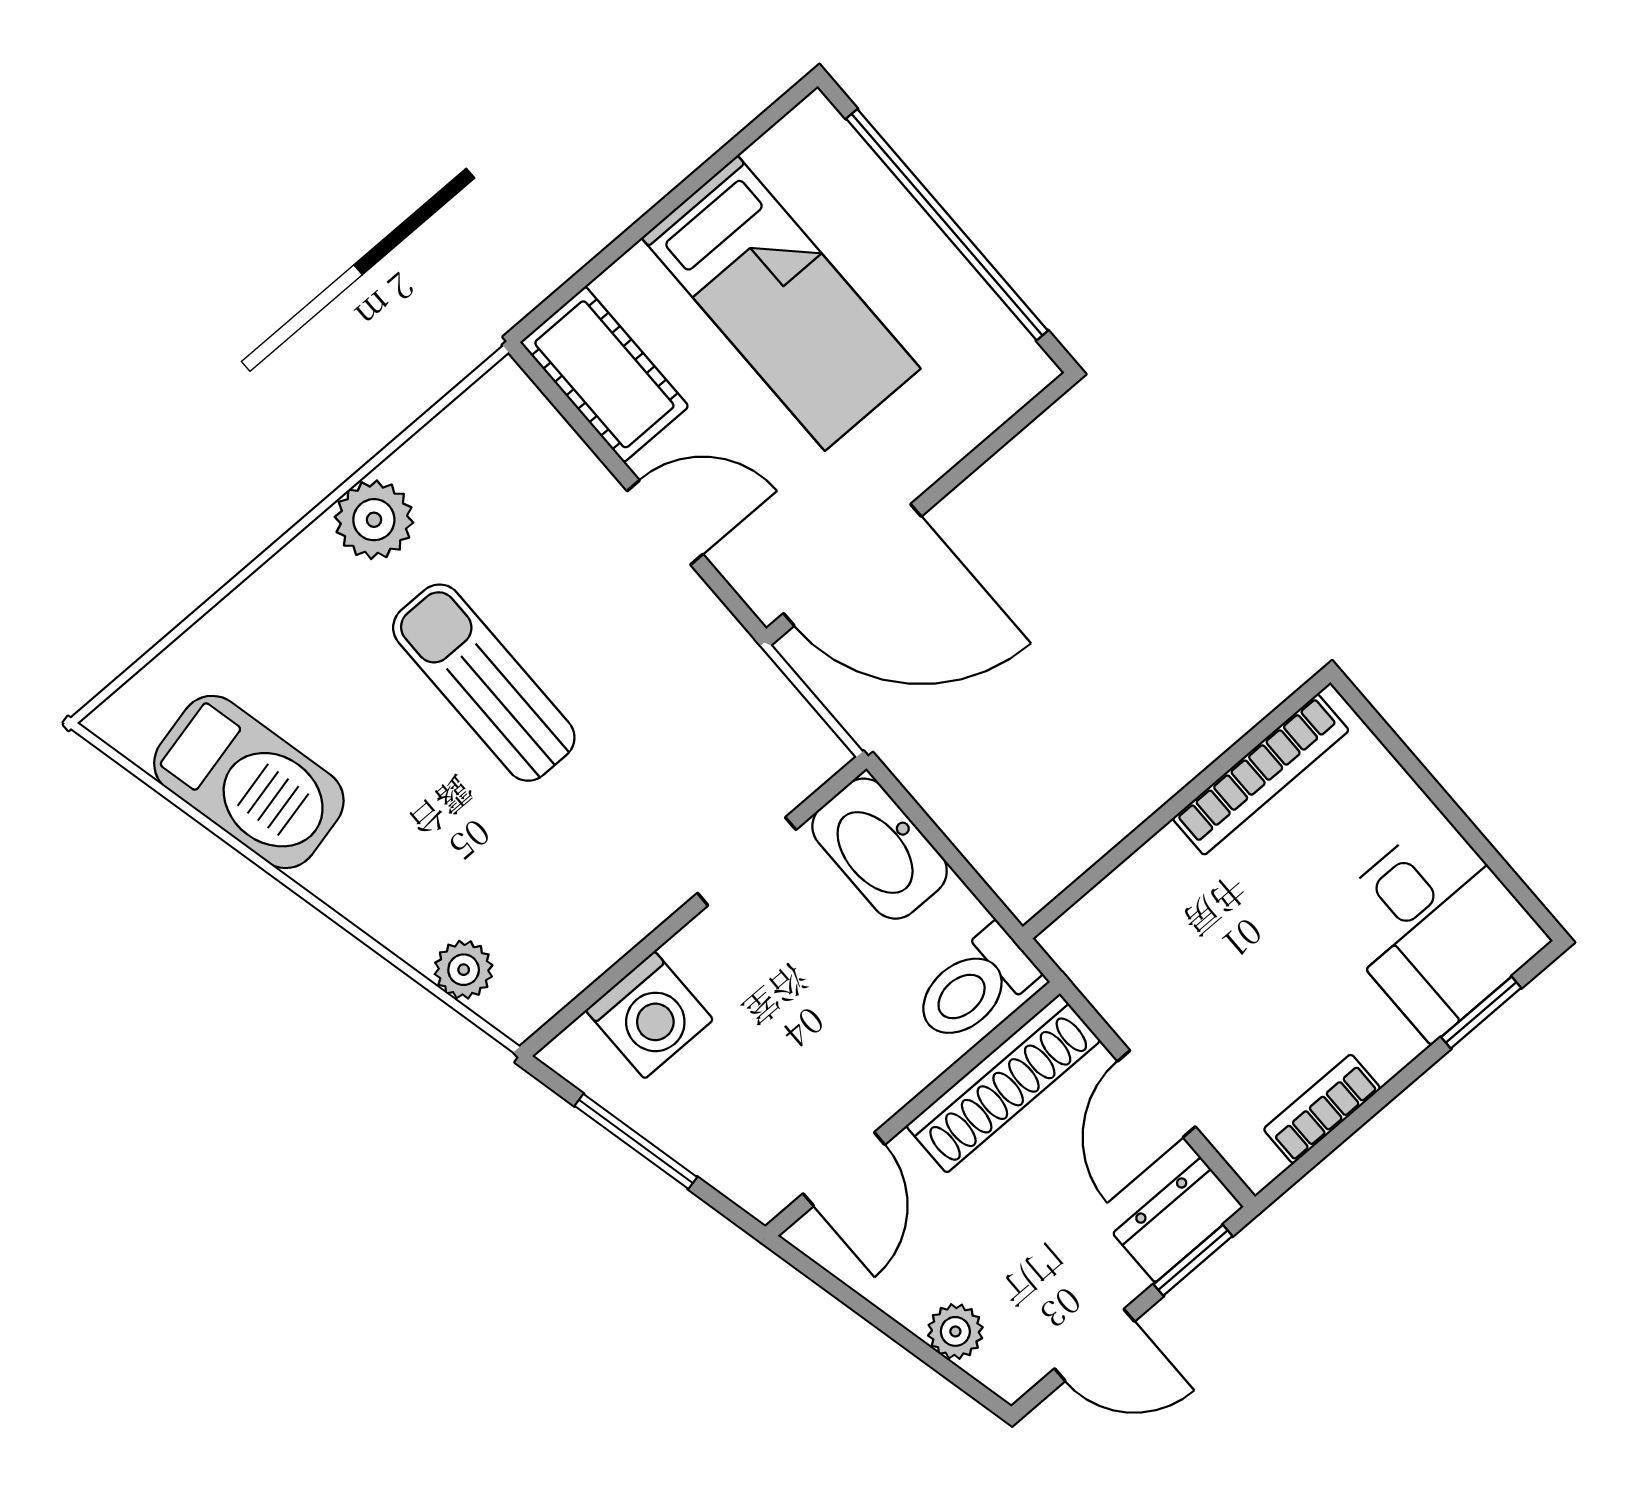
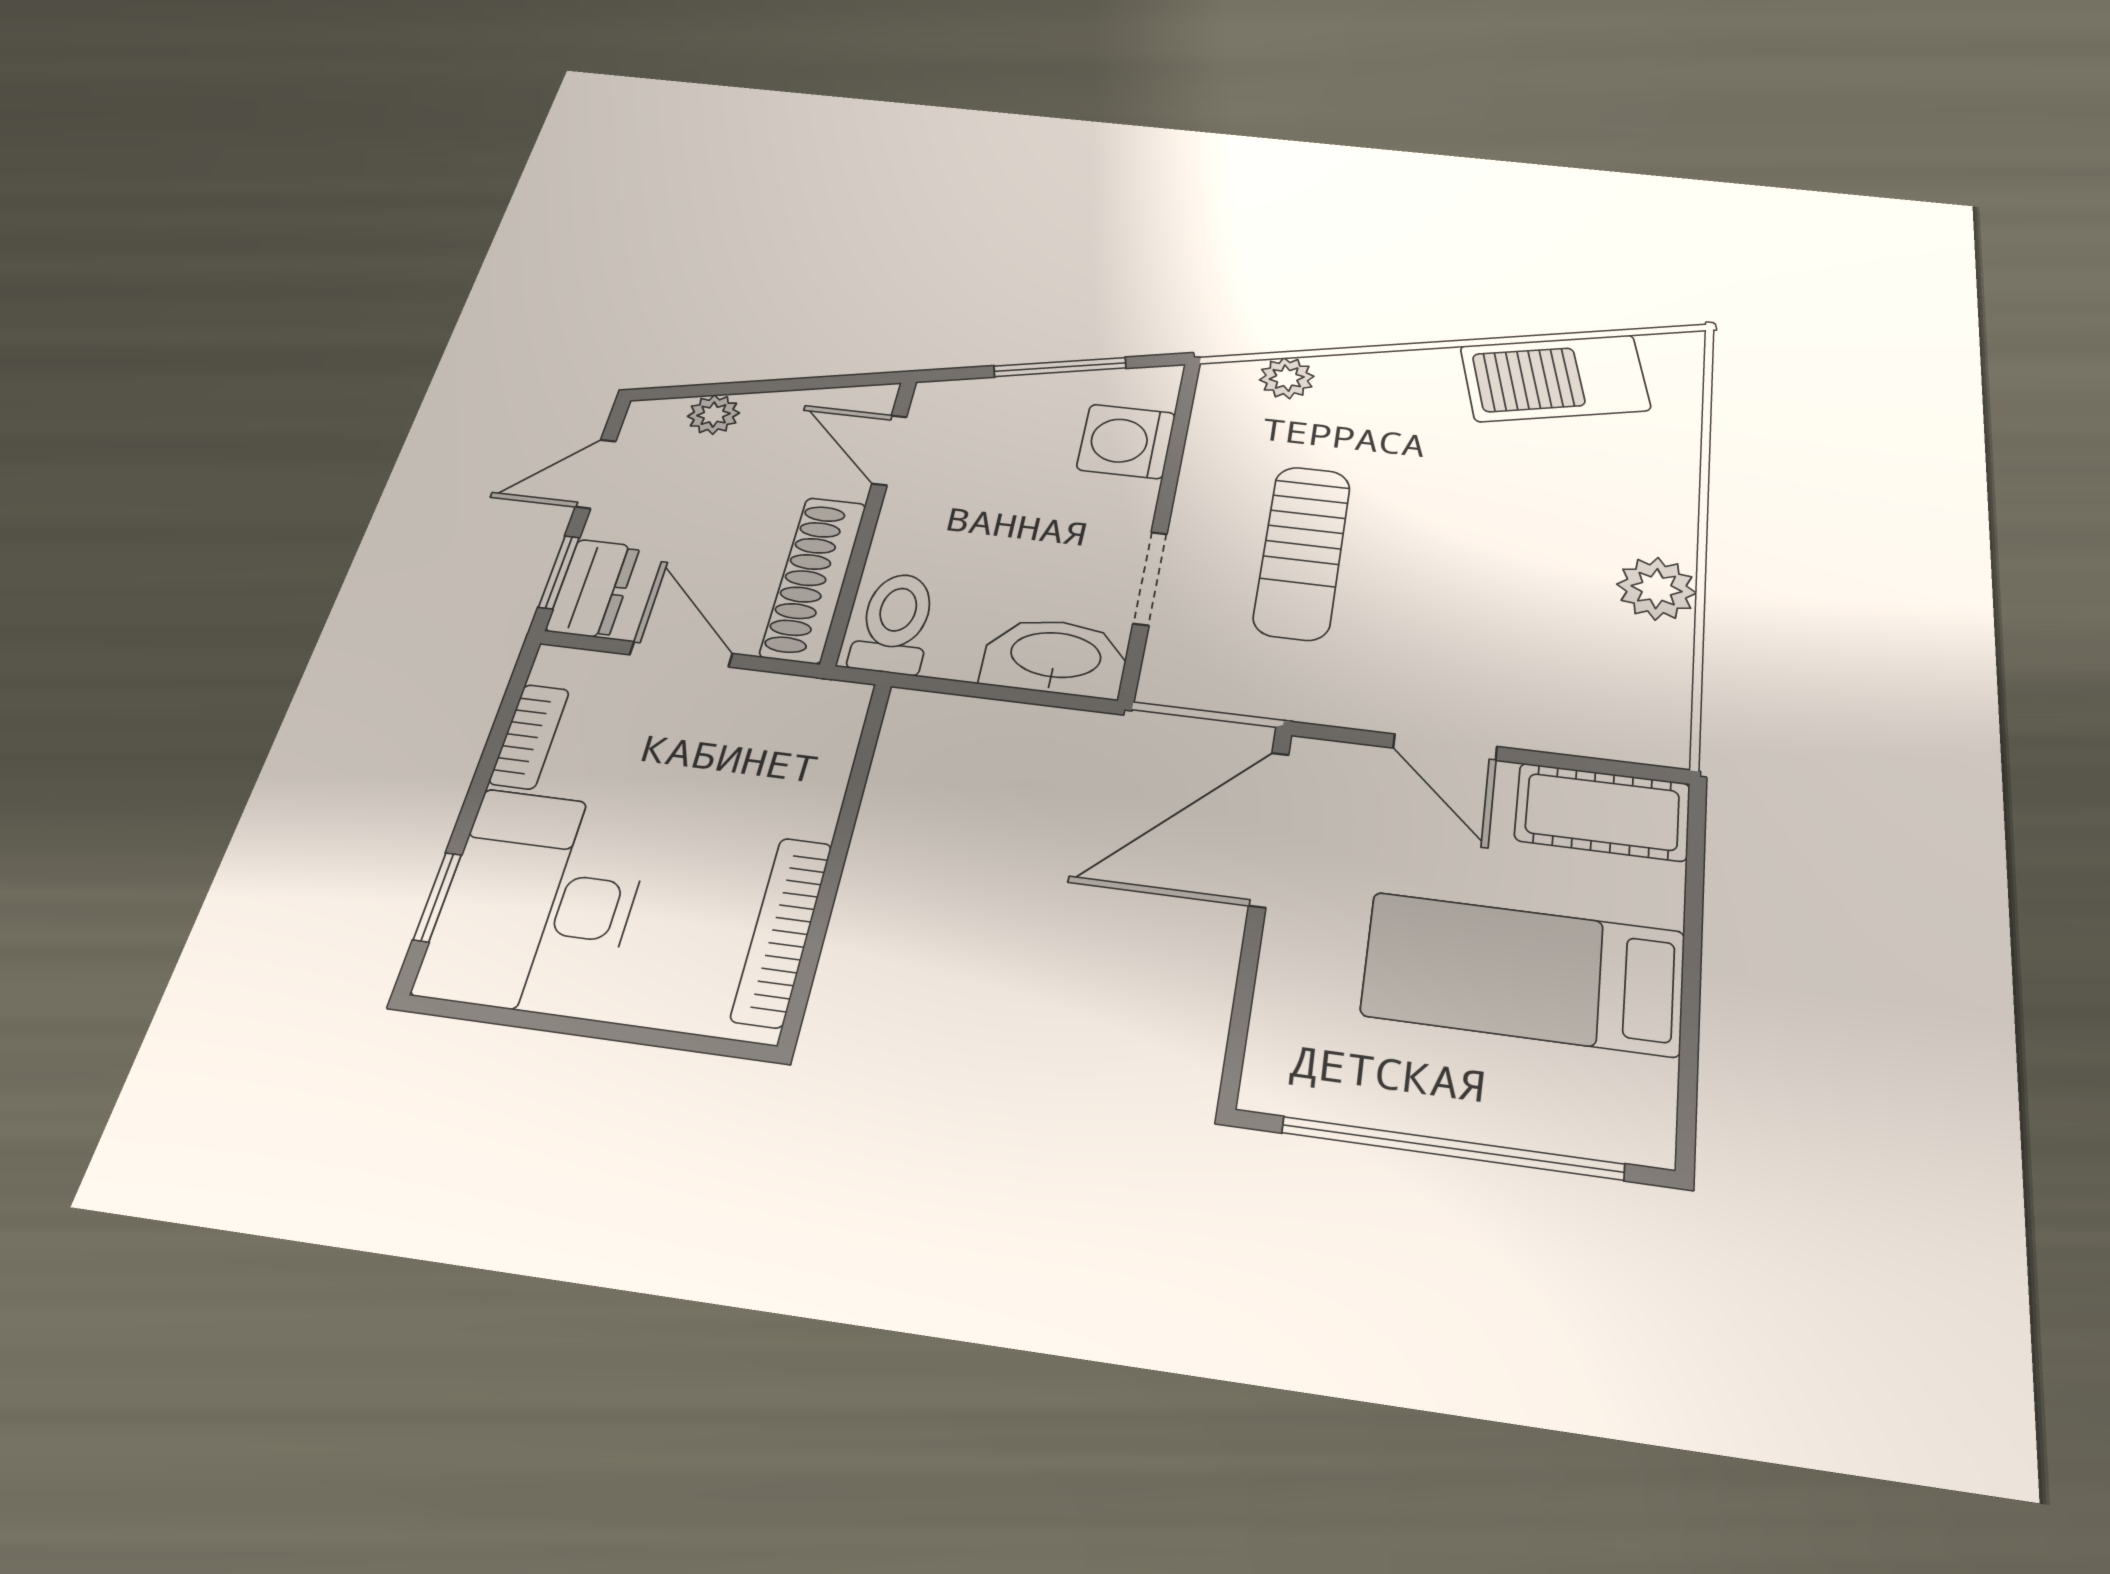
door: (665, 522) -> (1445, 747), hinge flipped
sun lounger: (484, 683) -> (1302, 552), moved, turned 90
desk: (1436, 927) -> (538, 902), width x1.37

